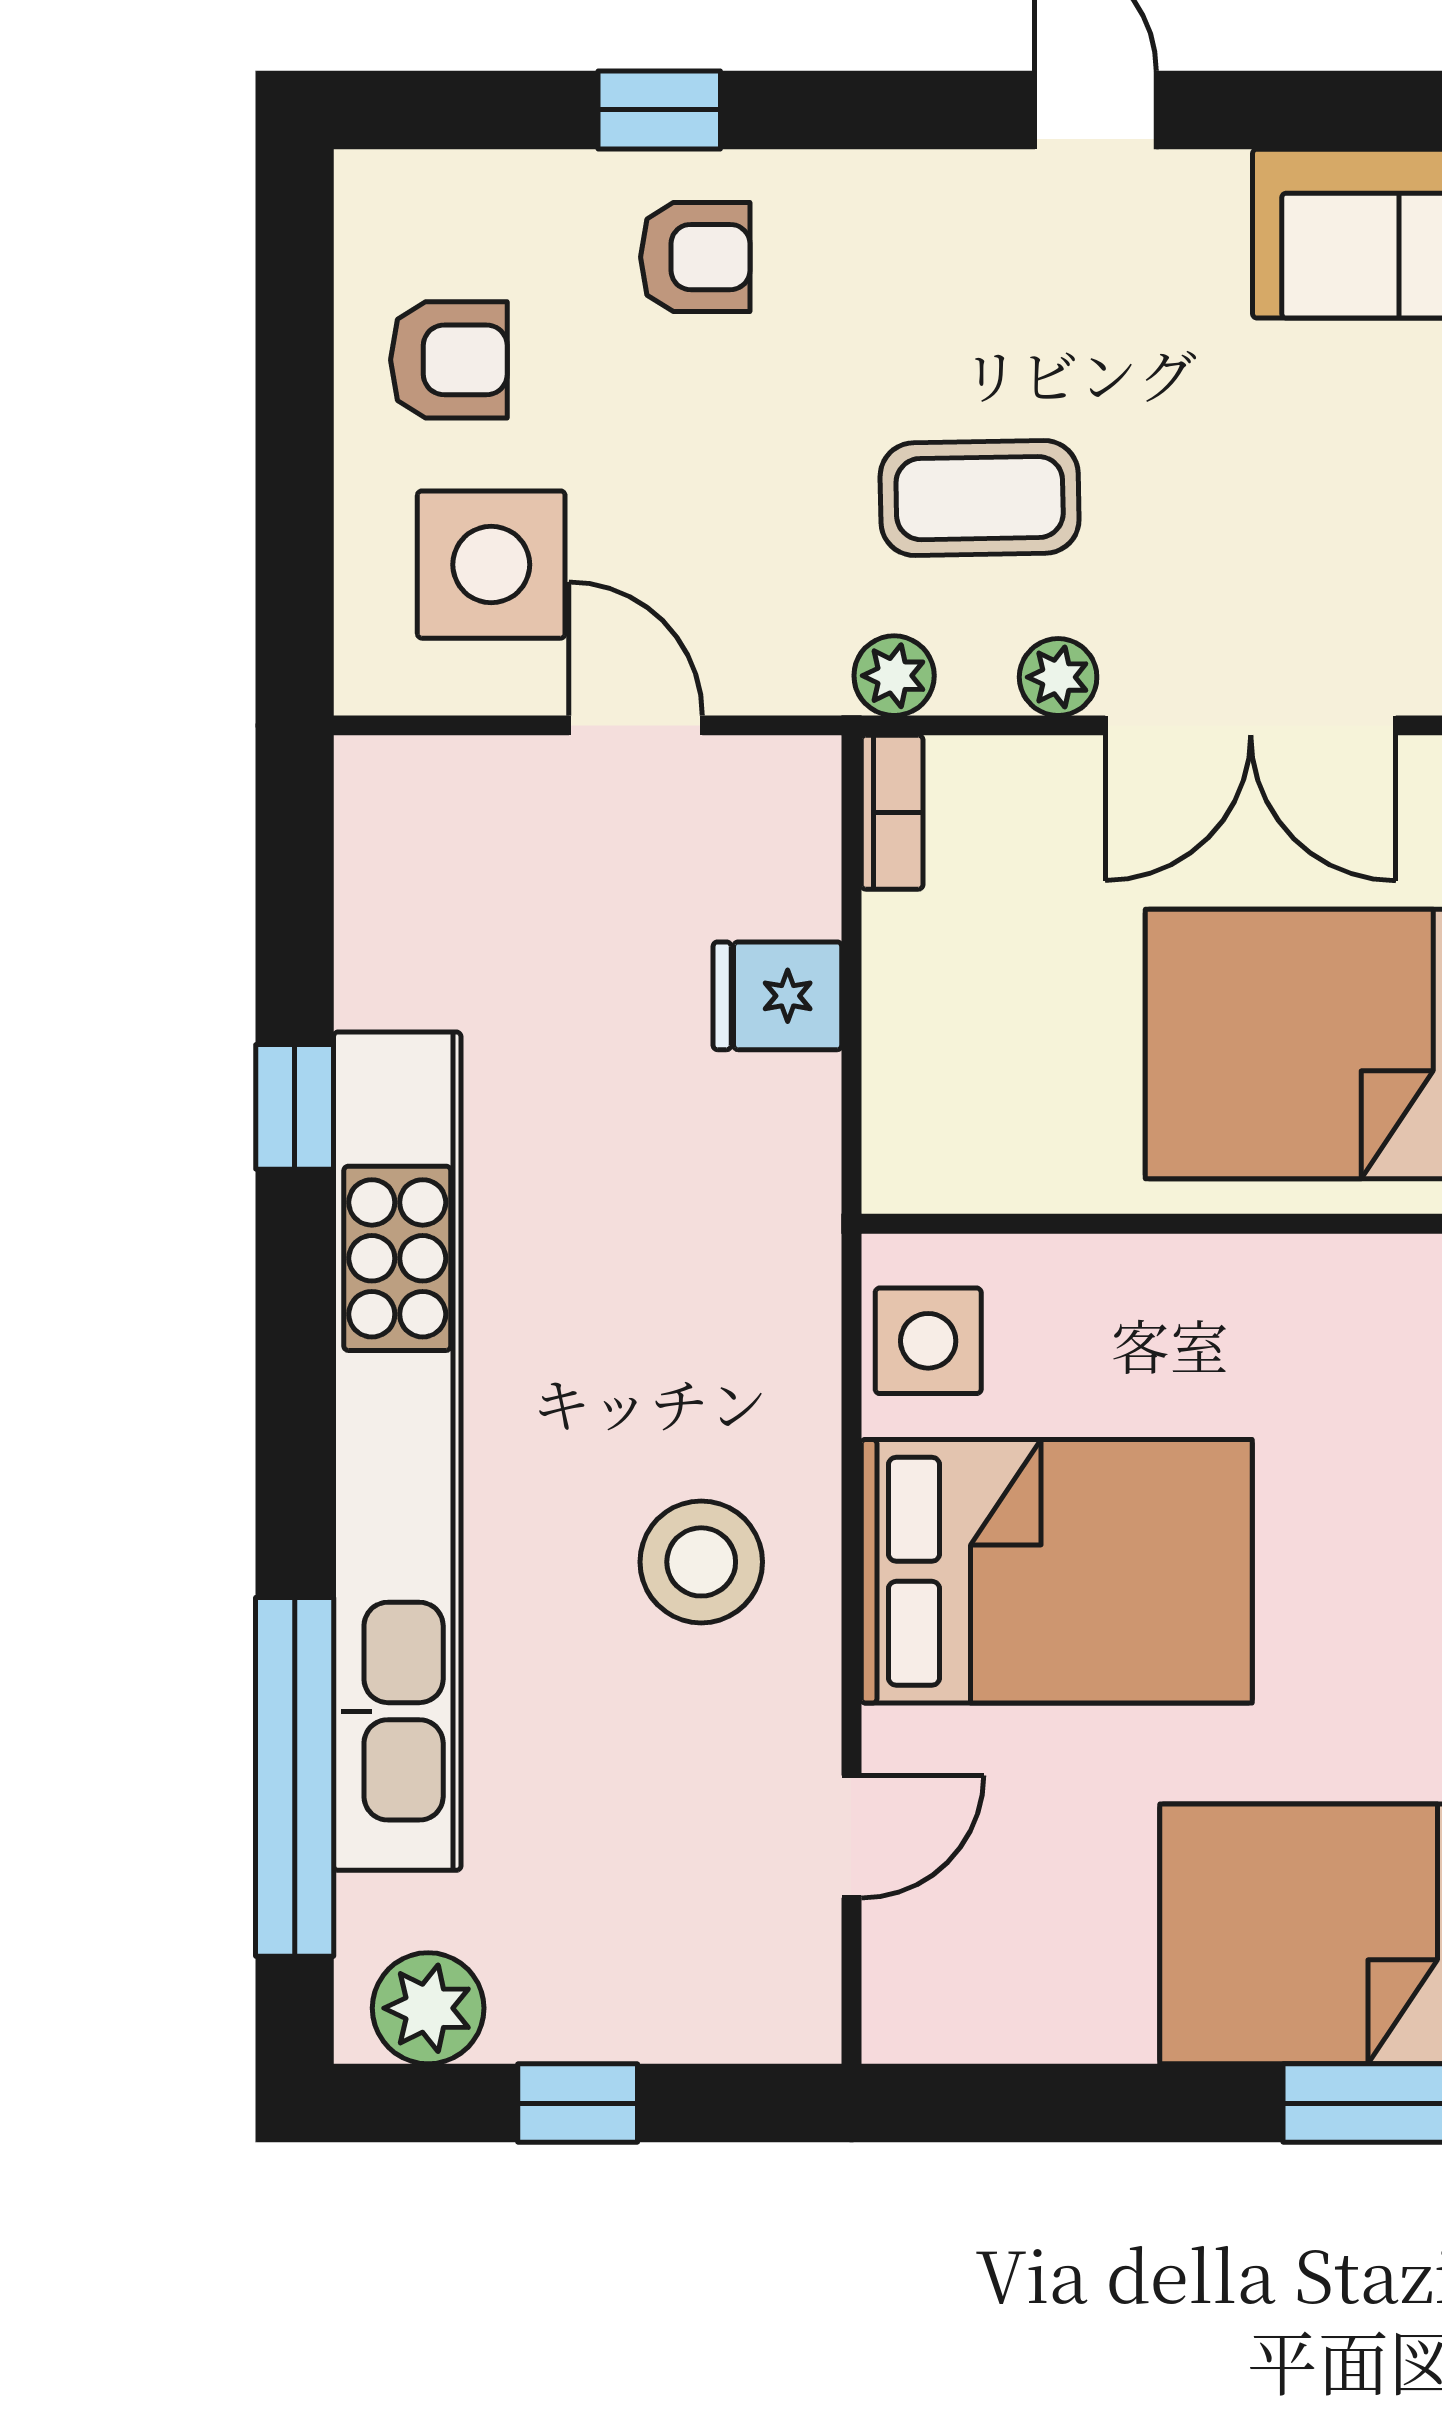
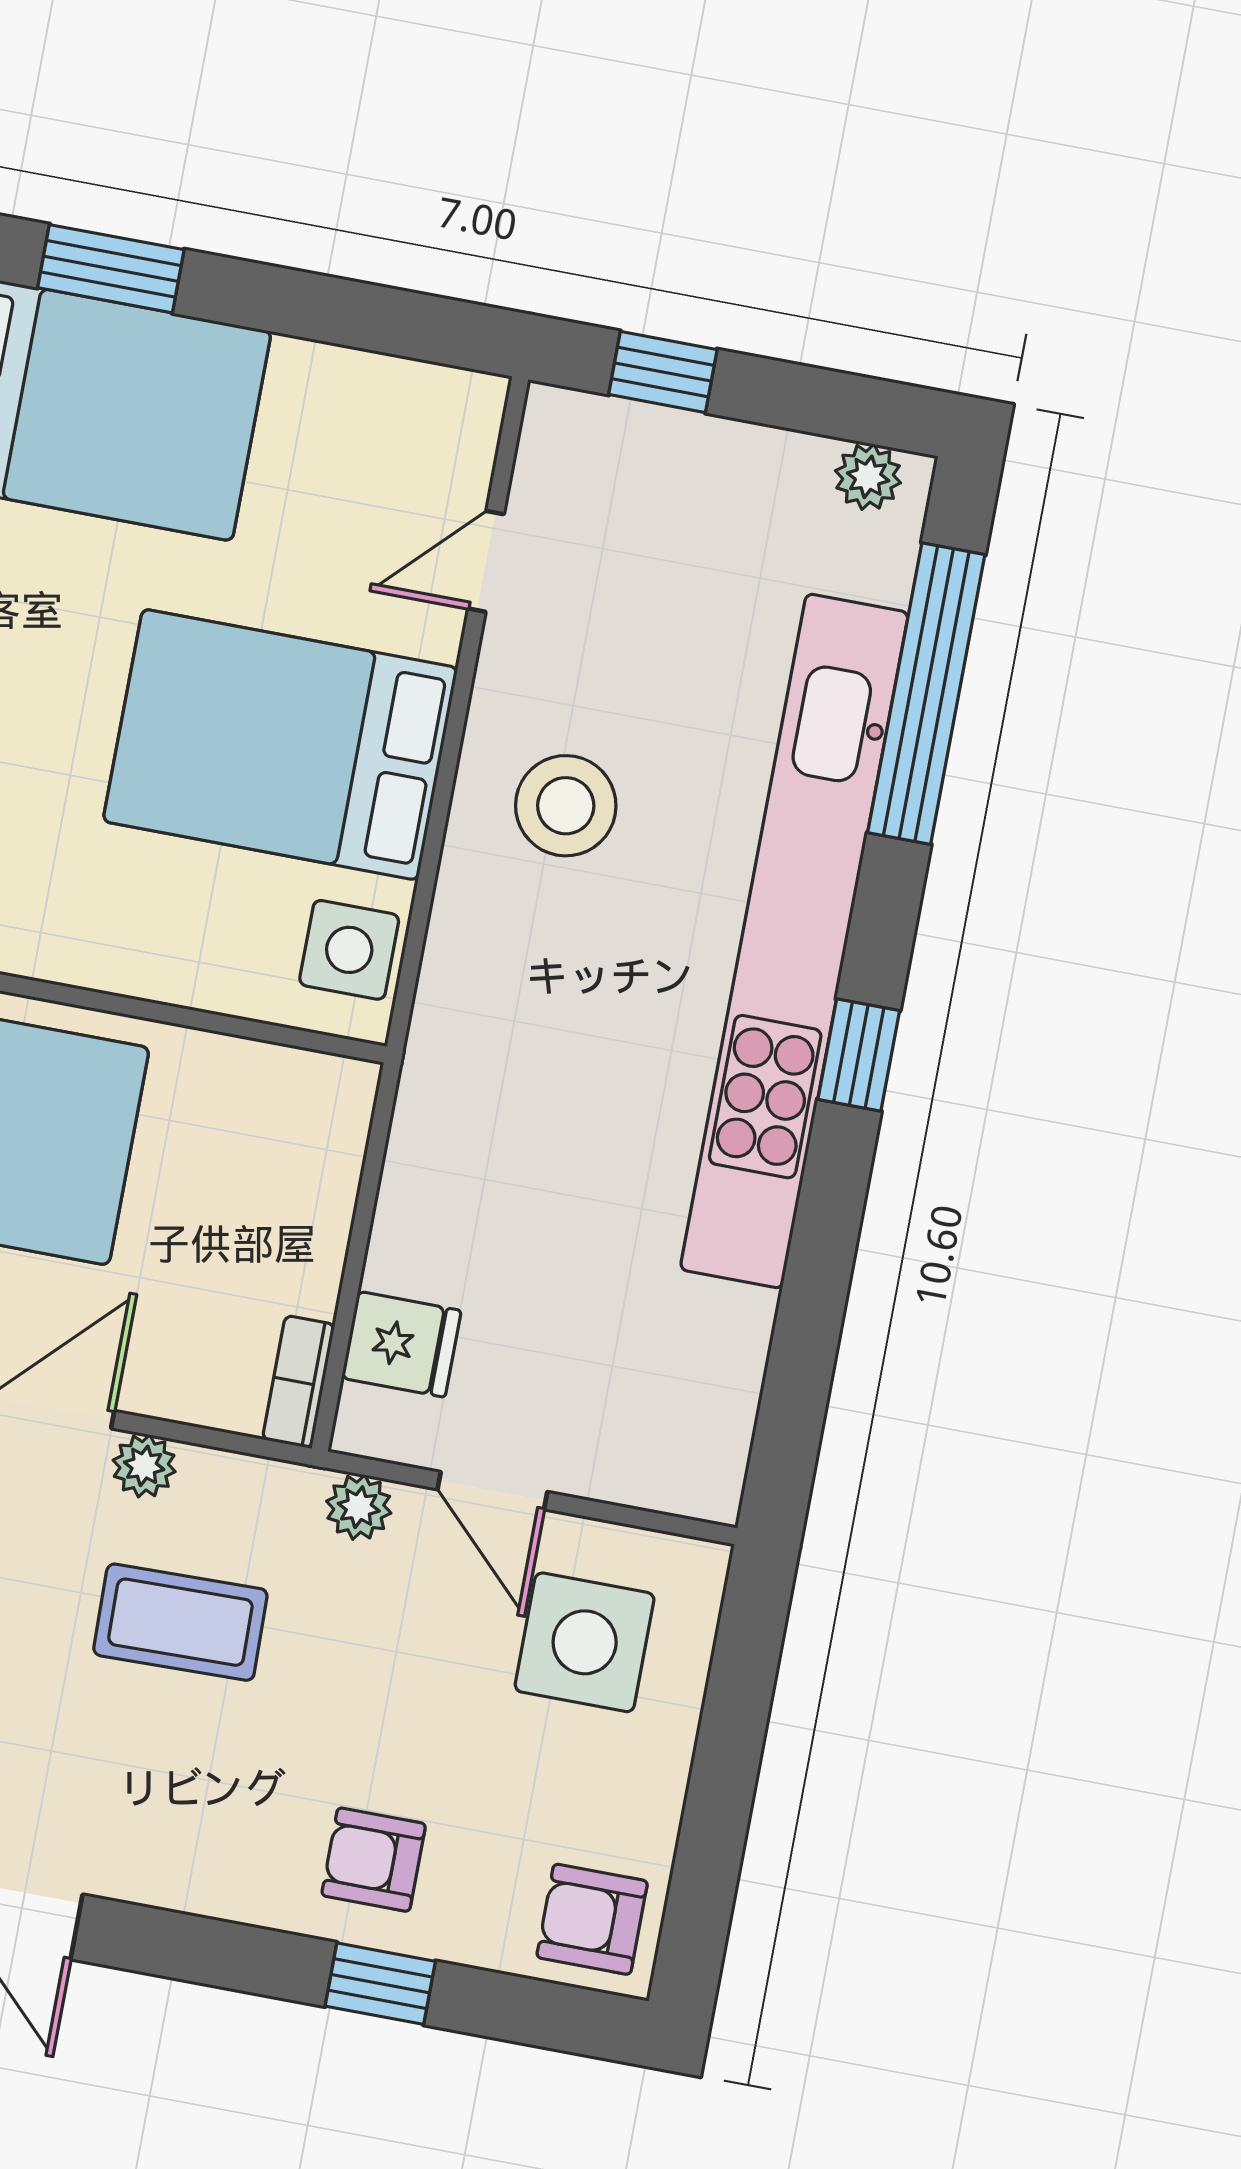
armchair: (449, 360) -> (592, 1919), moved
plant: (894, 676) -> (359, 1507), moved
fridge: (777, 996) -> (401, 1344), moved
window: (295, 1107) -> (859, 1055), moved
plant: (428, 2008) -> (868, 477), width x0.73, depth x0.73
window: (578, 2103) -> (663, 372), moved

